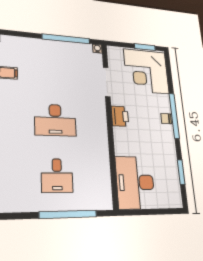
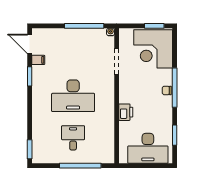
printer: (120, 116) -> (126, 112), moved
desk: (55, 120) -> (73, 96), width x1.36, depth x1.30
desk: (57, 176) -> (73, 138), turned 180
desk: (135, 182) -> (148, 148), moved, turned -90

